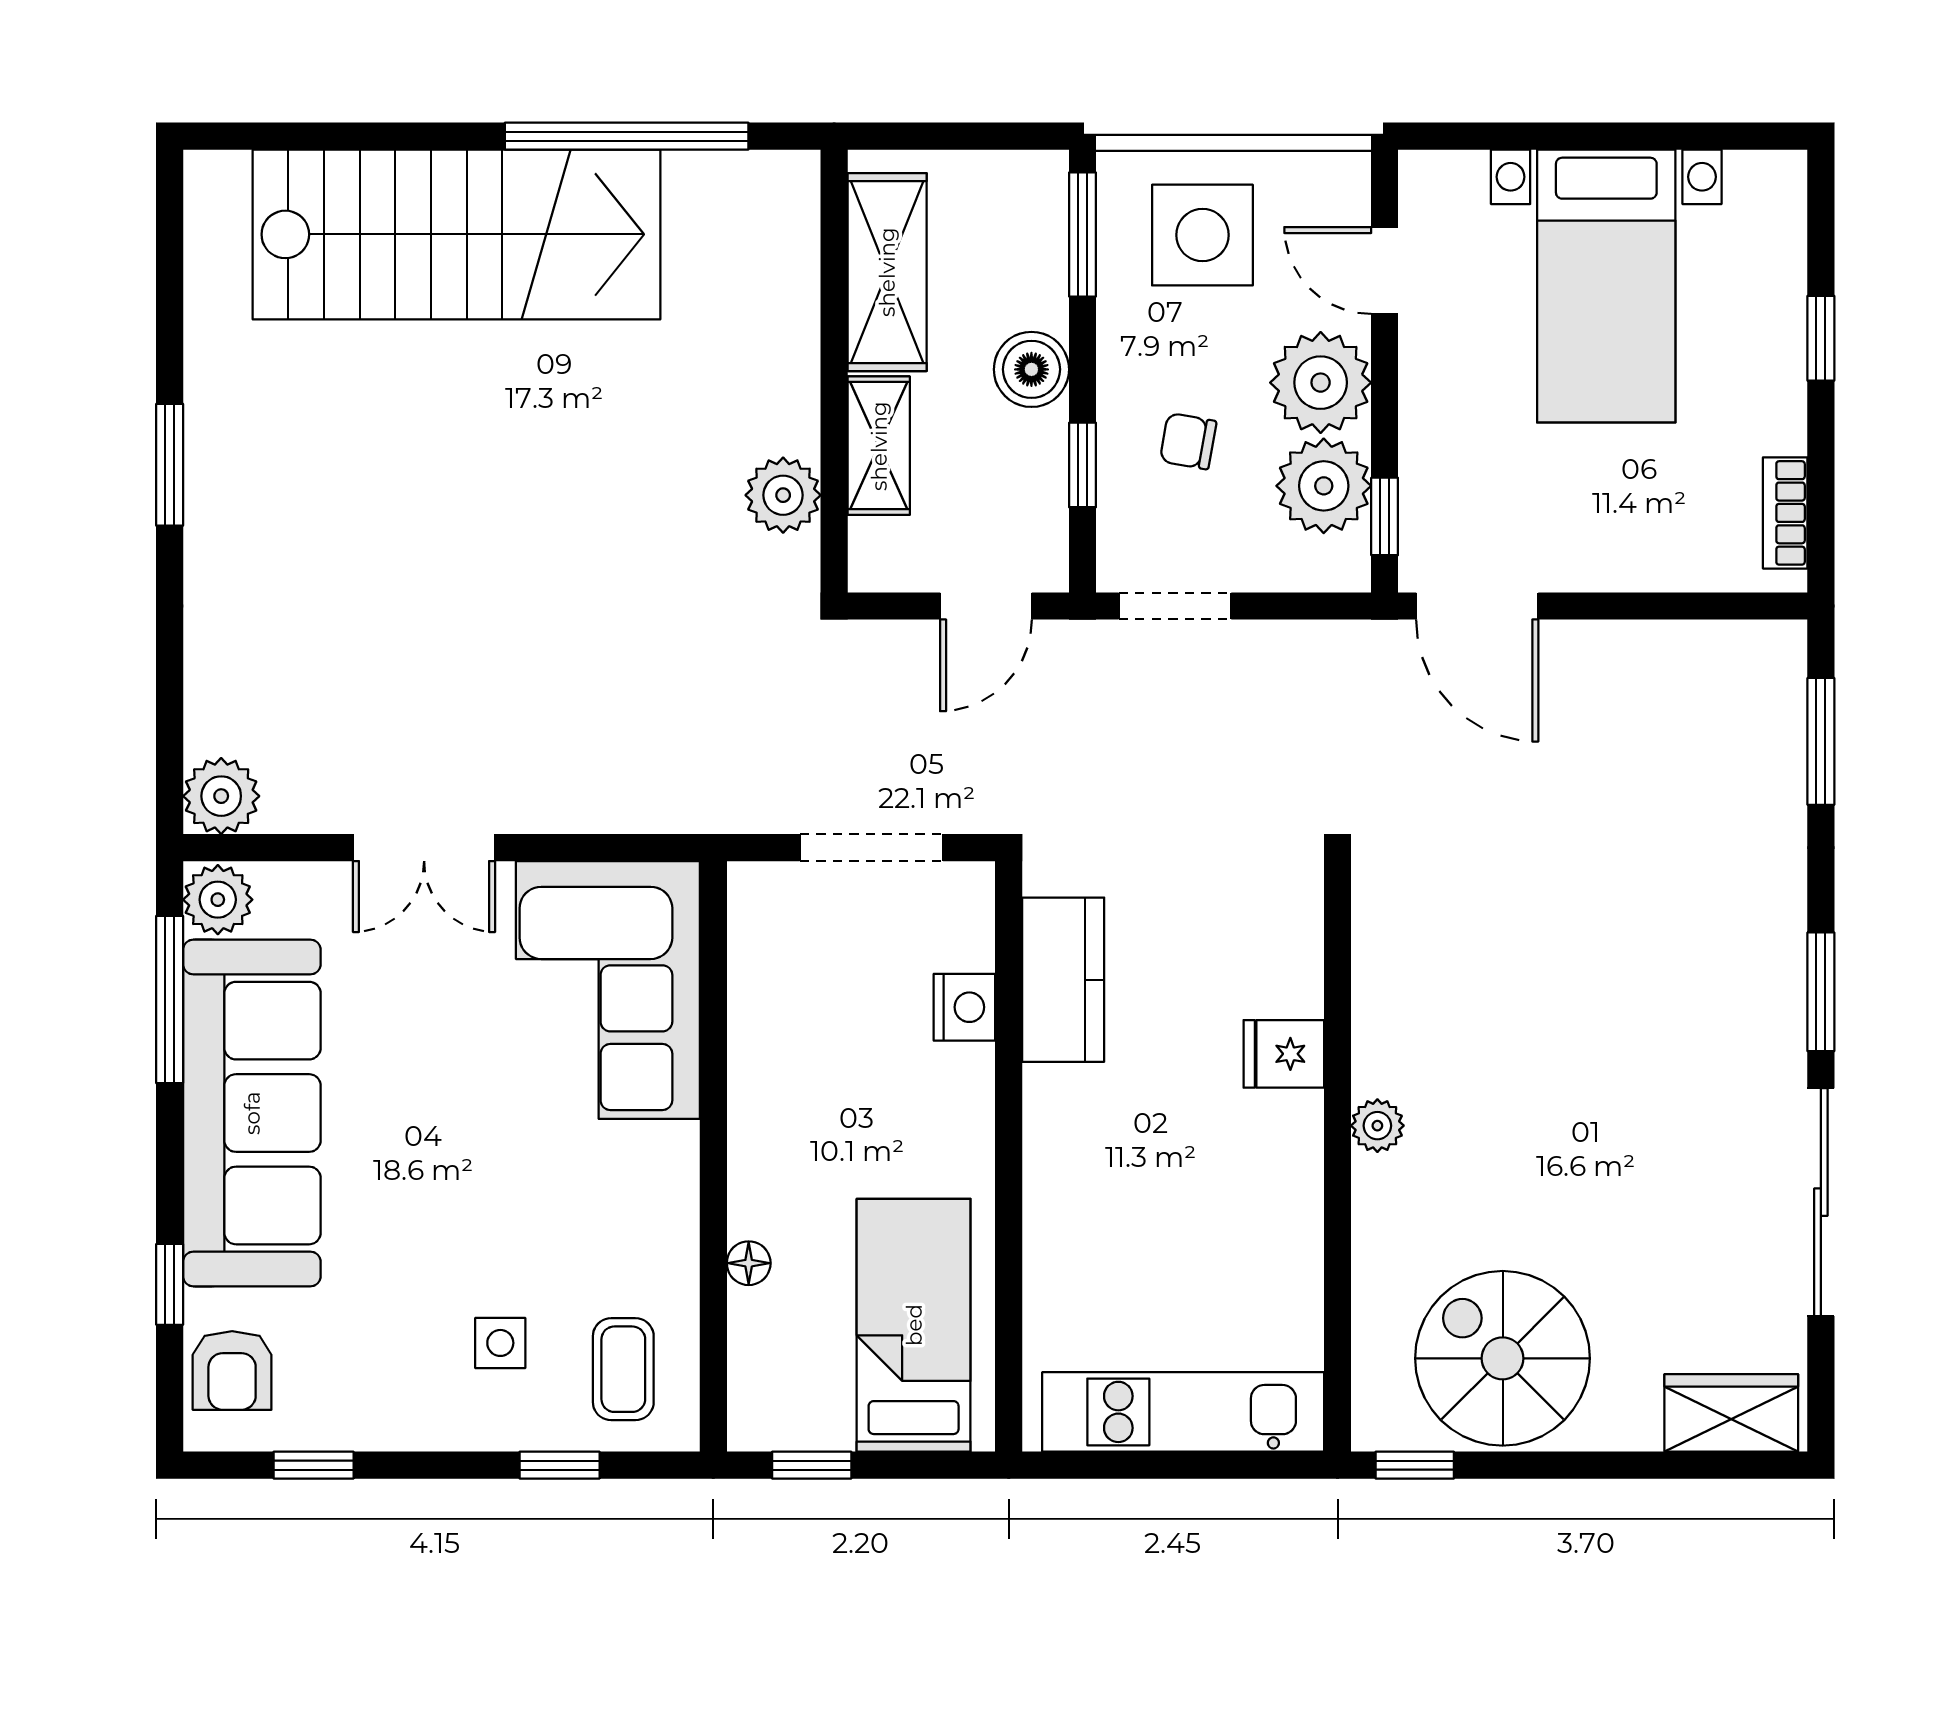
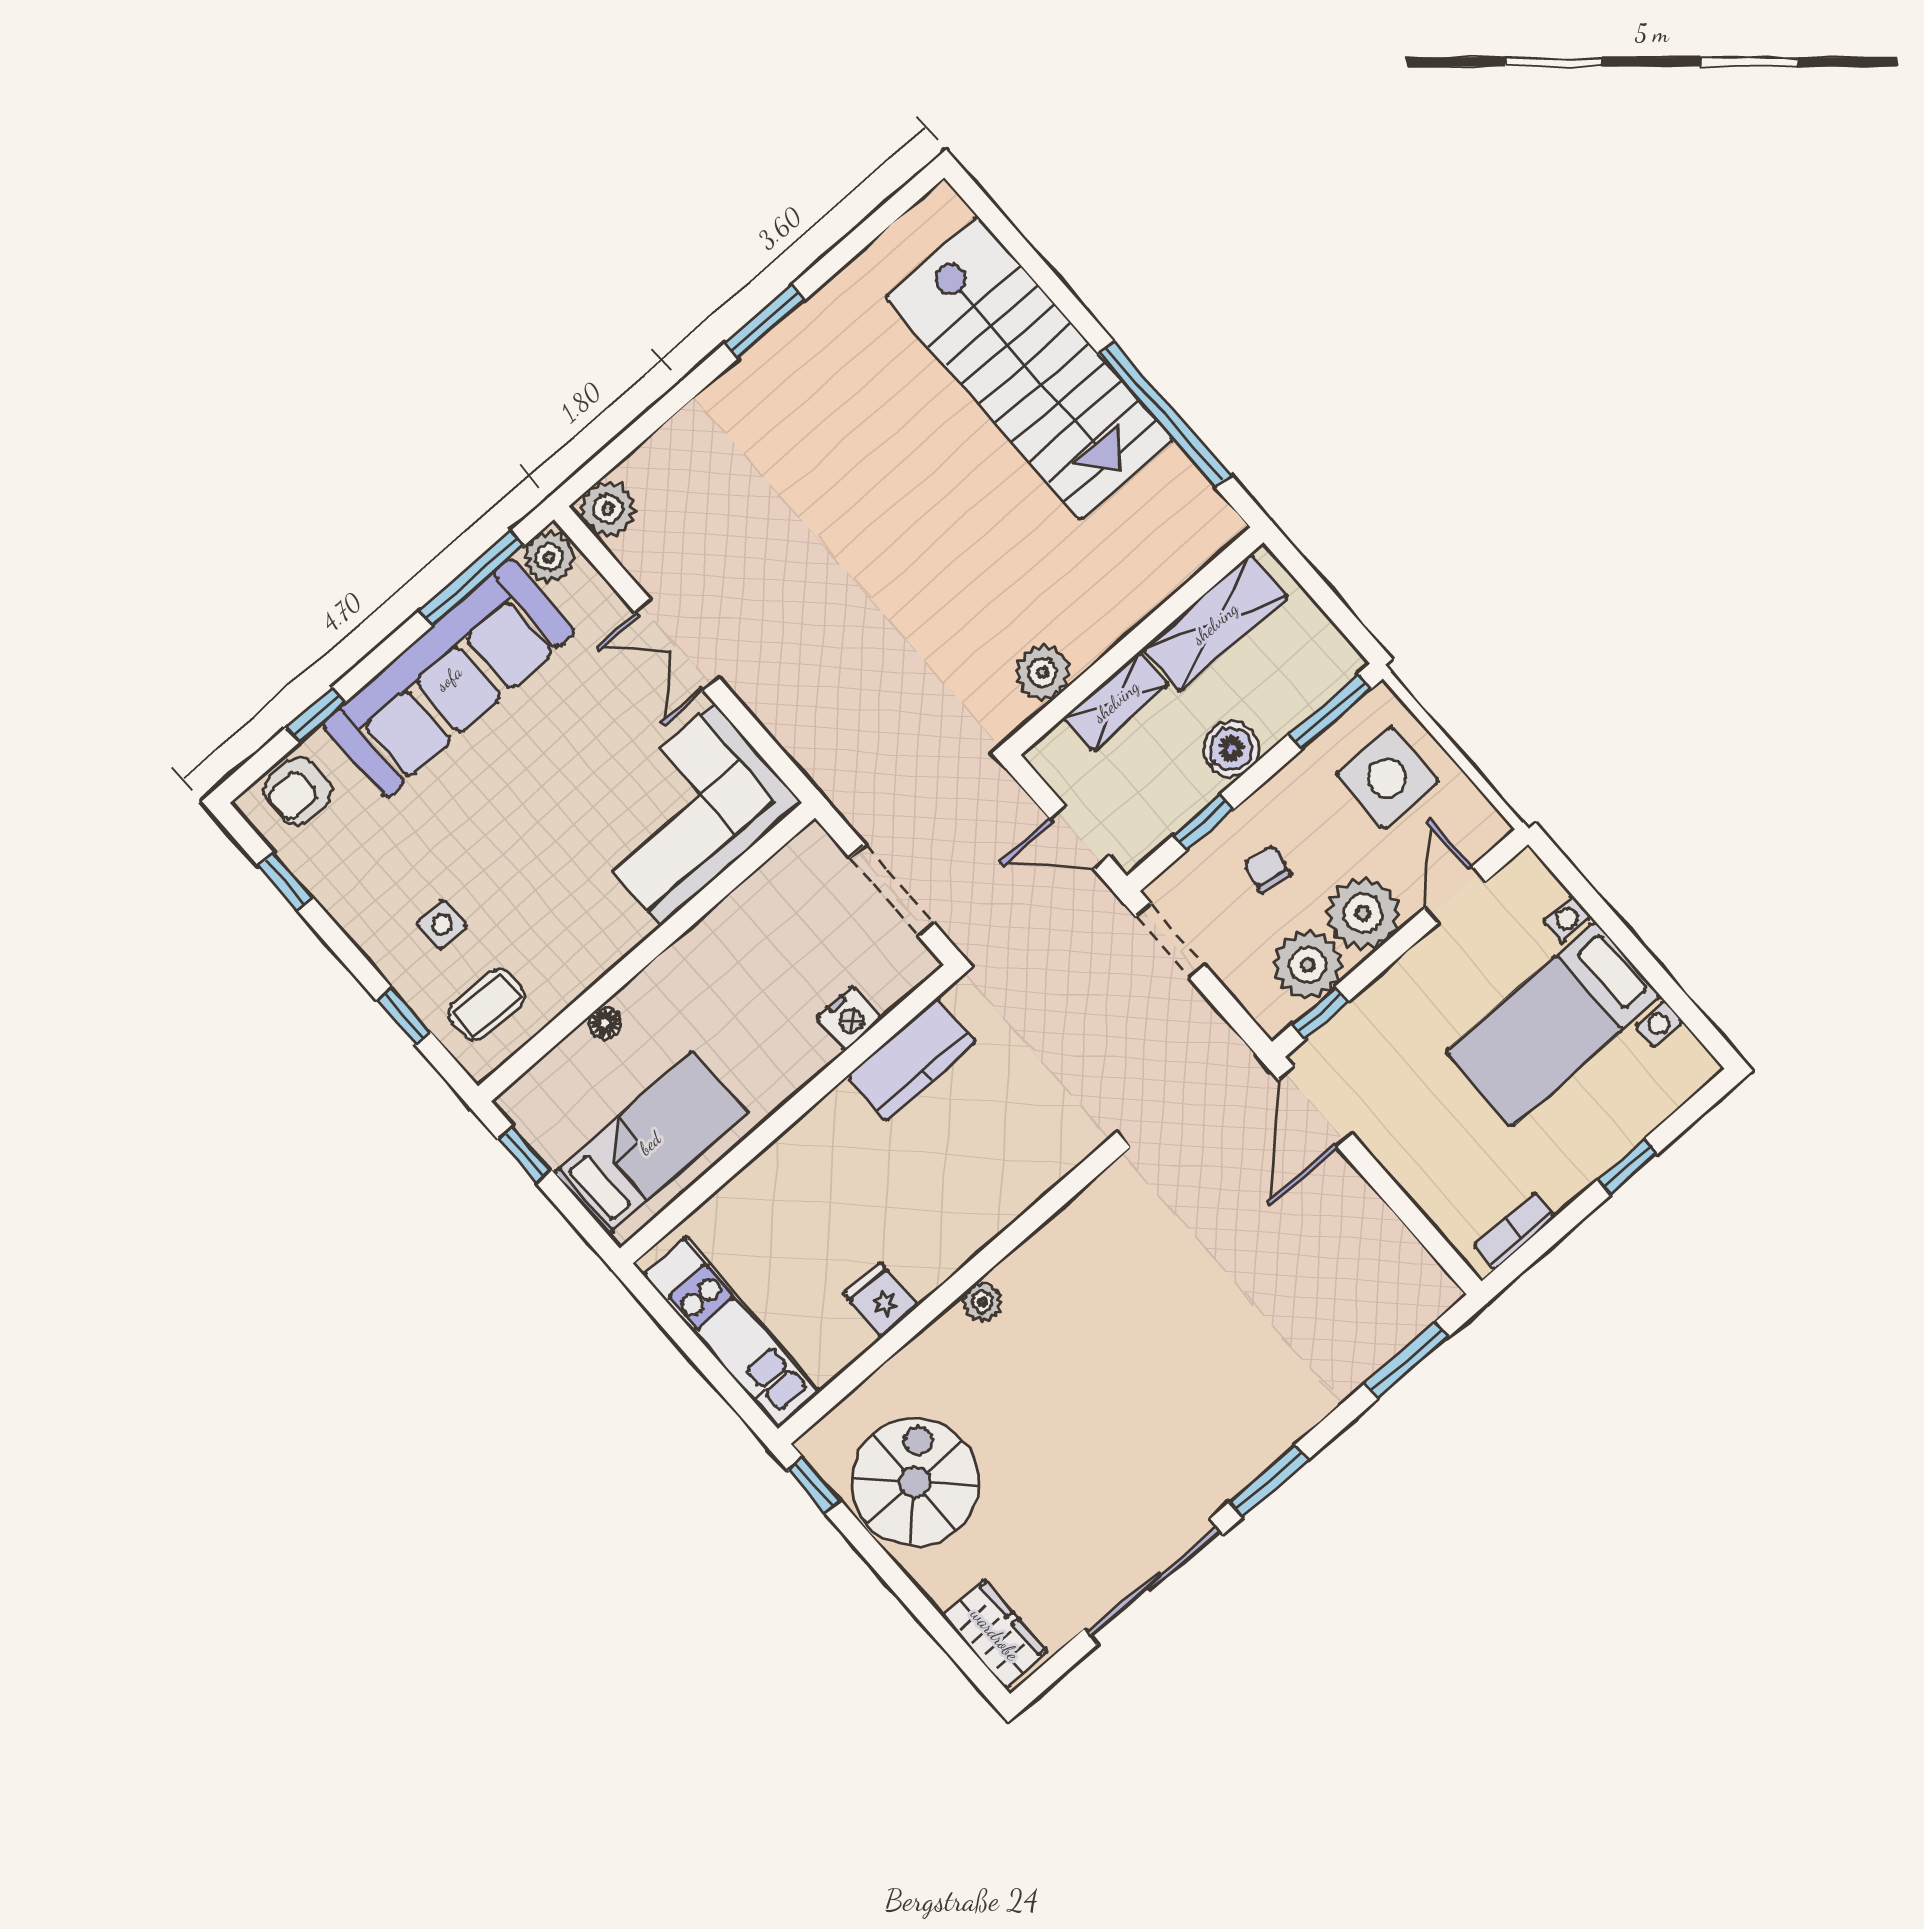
fridge: (1284, 1054) -> (881, 1300), moved

